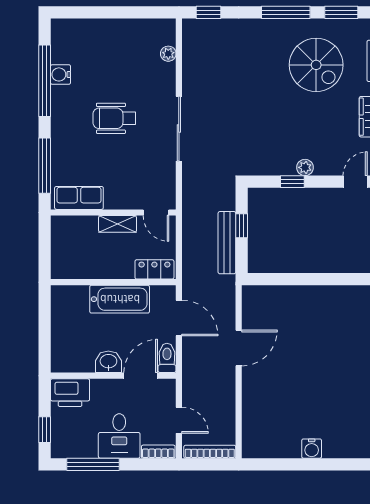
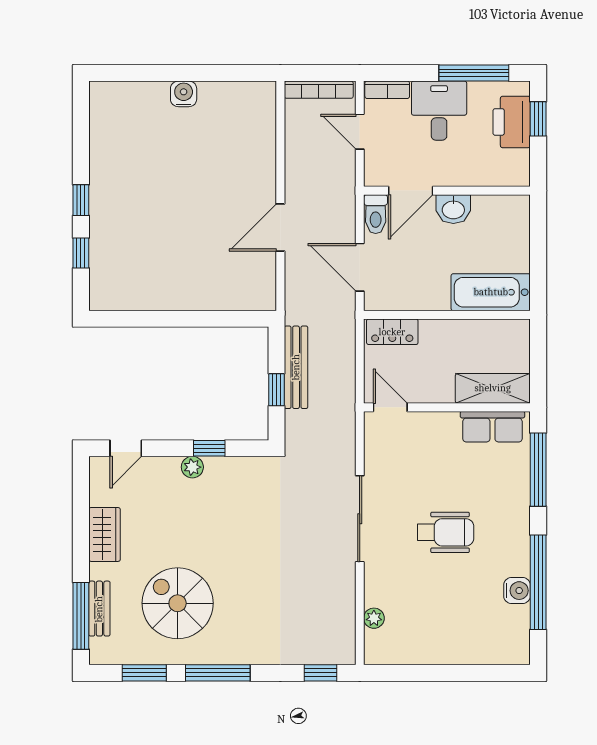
shelving: (118, 224) -> (493, 388), moved, width x1.50, depth x1.33
bathtub: (120, 299) -> (491, 292), moved
printer: (70, 393) -> (512, 122), moved, turned -90

